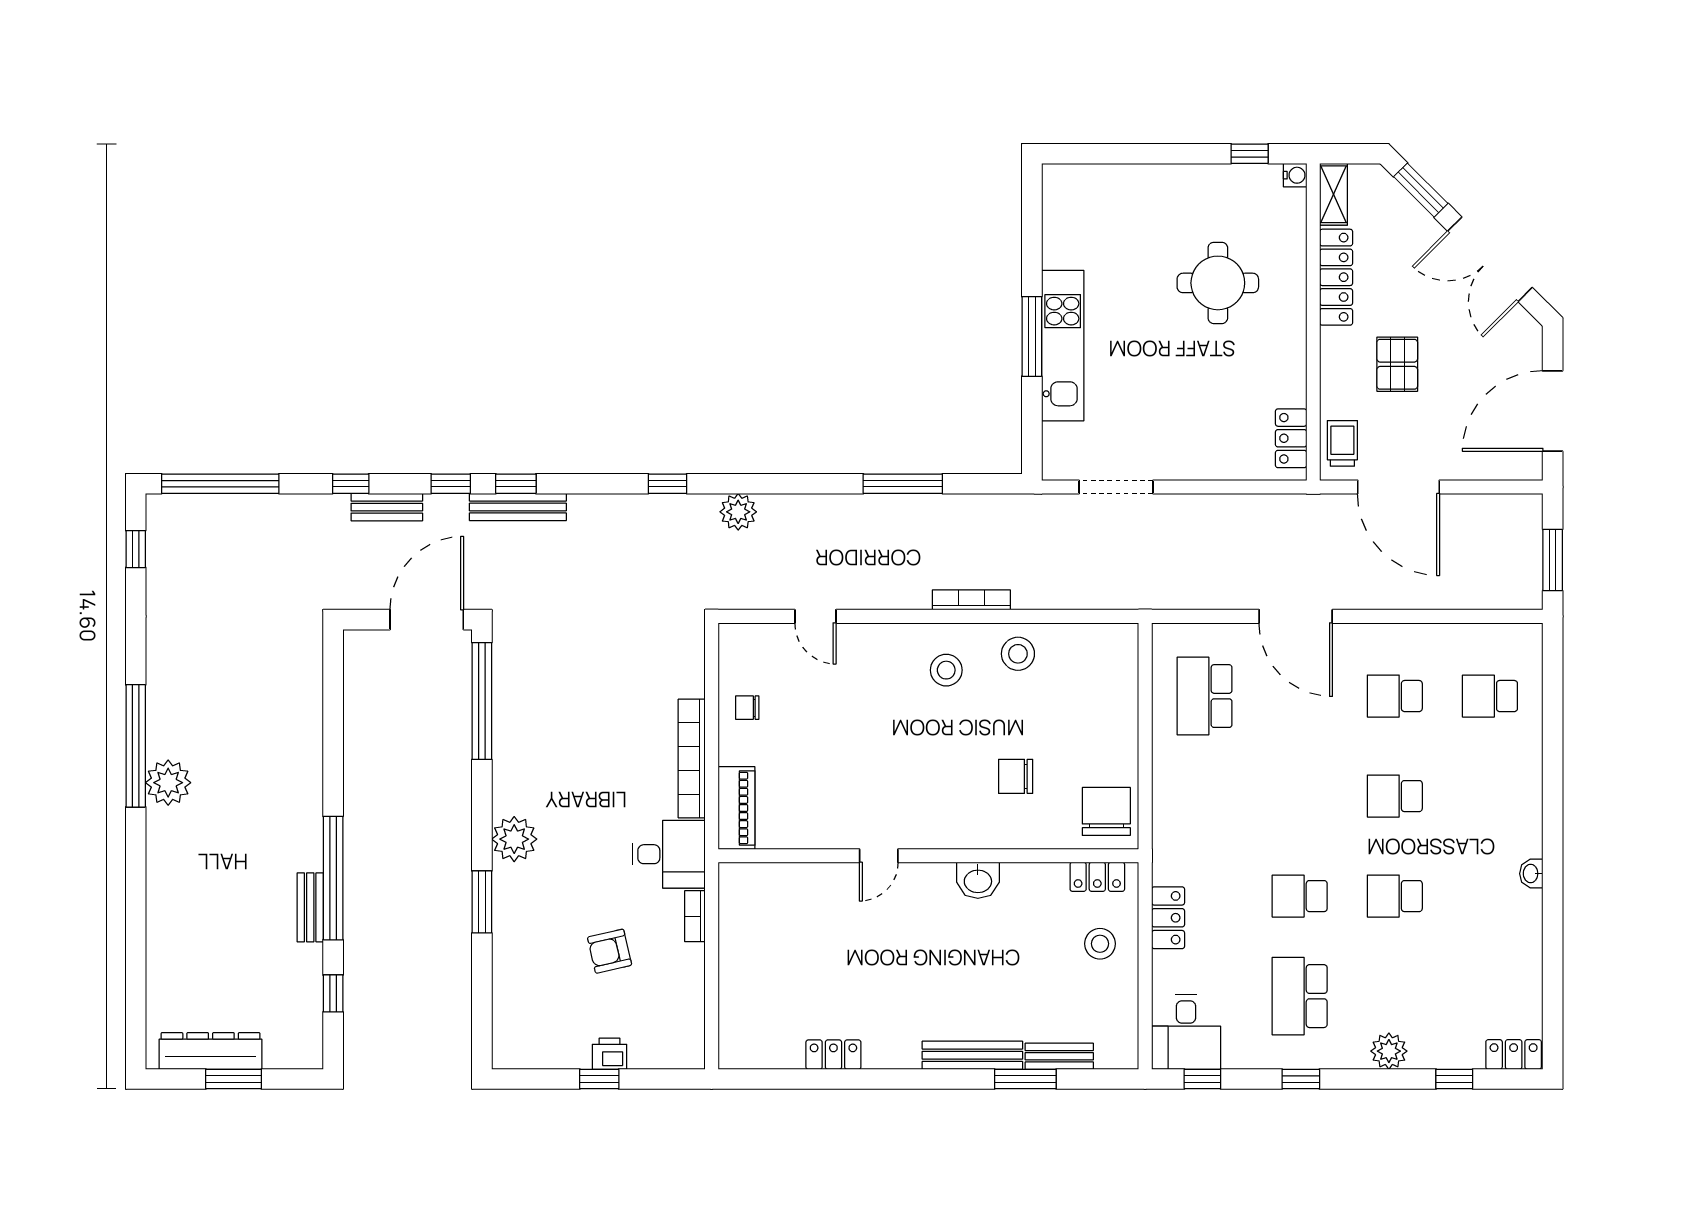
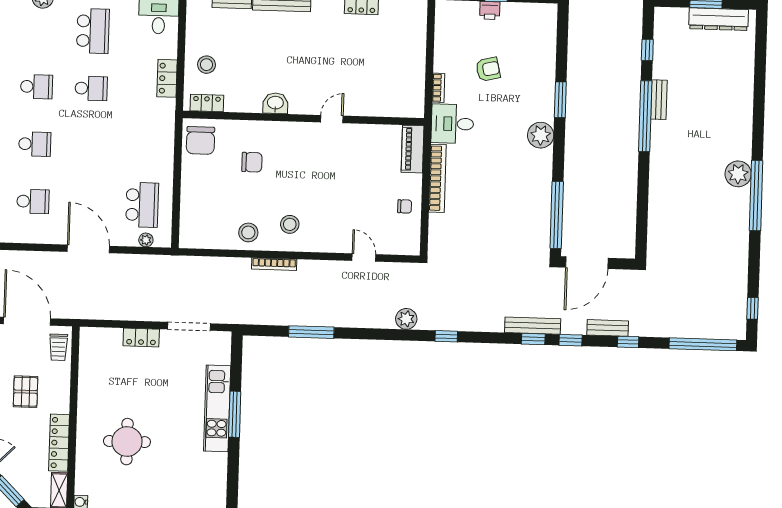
locker: (1291, 438) -> (141, 338), moved, turned 90
plant: (1196, 635) -> (146, 240), added

